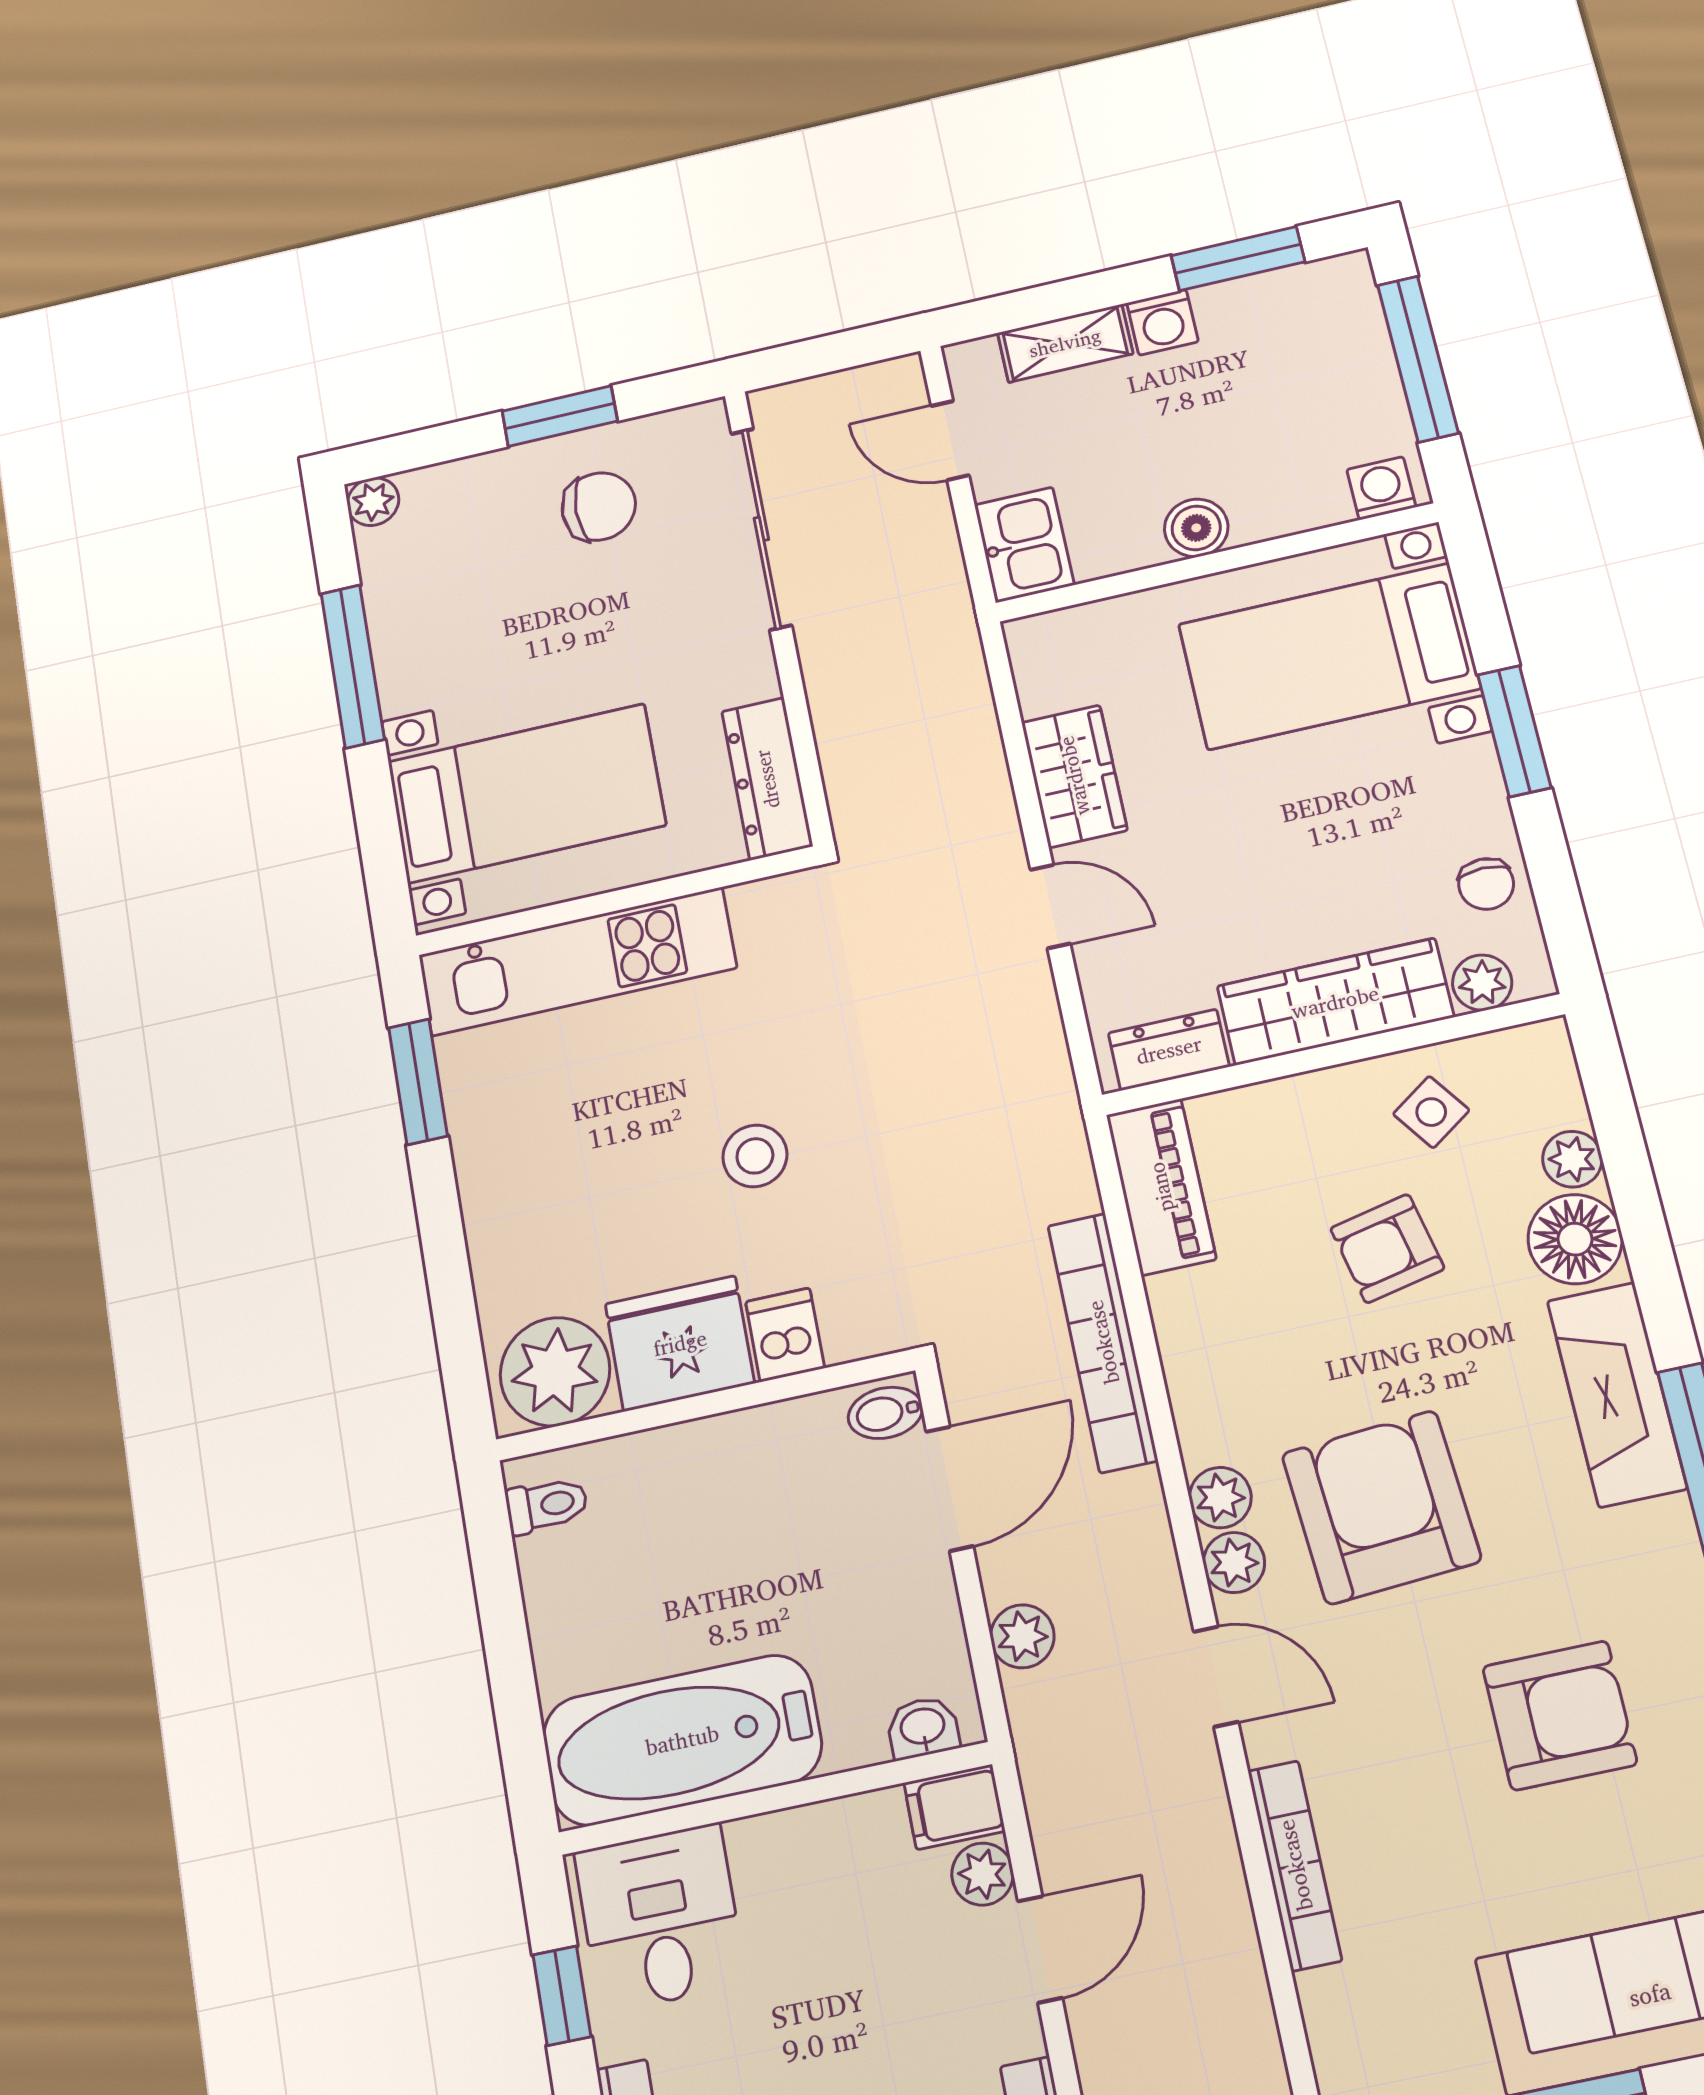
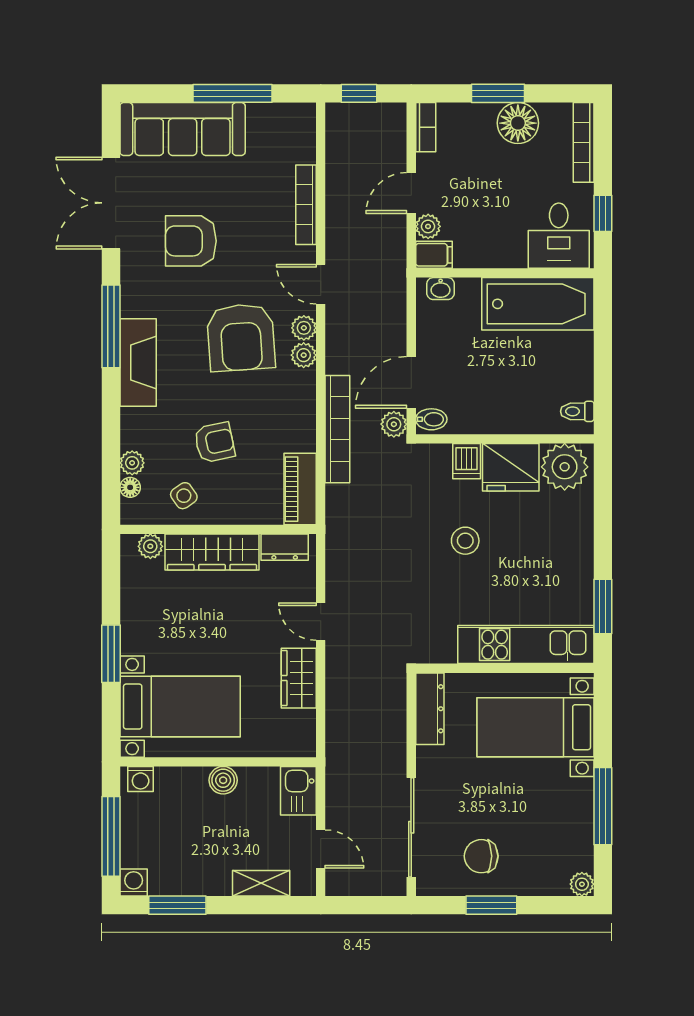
washing machine: (1163, 322) -> (134, 883), moved
chair: (1486, 884) -> (139, 589), removed
floor lamp: (1575, 1239) -> (130, 487), moved, width x0.53, depth x0.53
plant: (1022, 1636) -> (394, 424), moved

